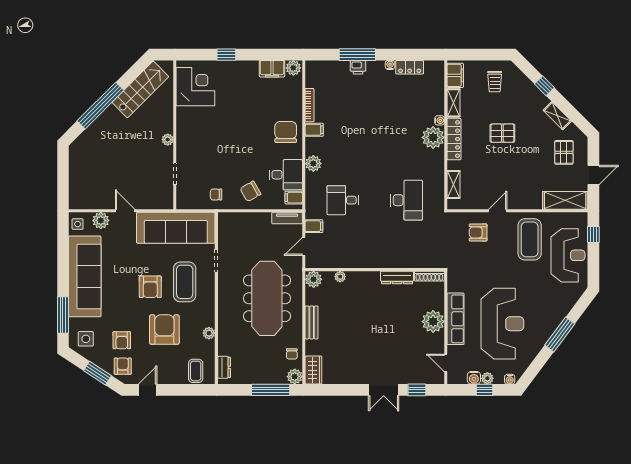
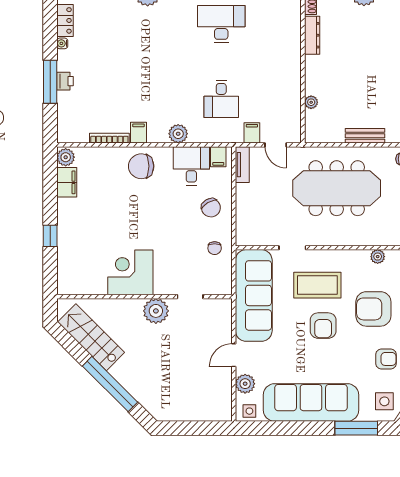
corner desk: (195, 87) -> (130, 272), moved
plant: (168, 140) -> (156, 311), width x1.88, depth x1.88
plant: (314, 279) -> (314, 133), removed
armchair: (150, 287) -> (323, 326), turned 90

